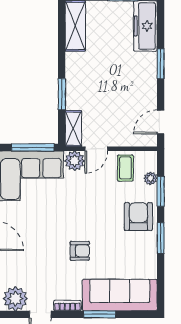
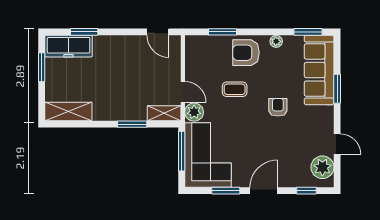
window: (161, 64) -> (84, 32), moved
coffee table: (125, 168) -> (235, 89), moved
plant: (151, 178) -> (276, 41), moved
window: (161, 238) -> (308, 32), moved
bookcase: (67, 305) -> (329, 119), removed

